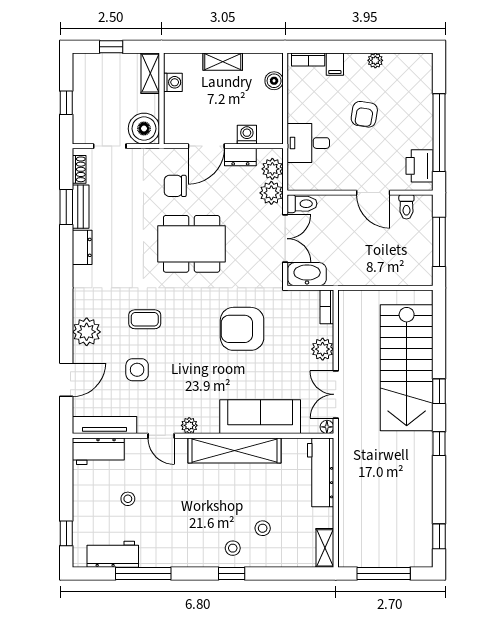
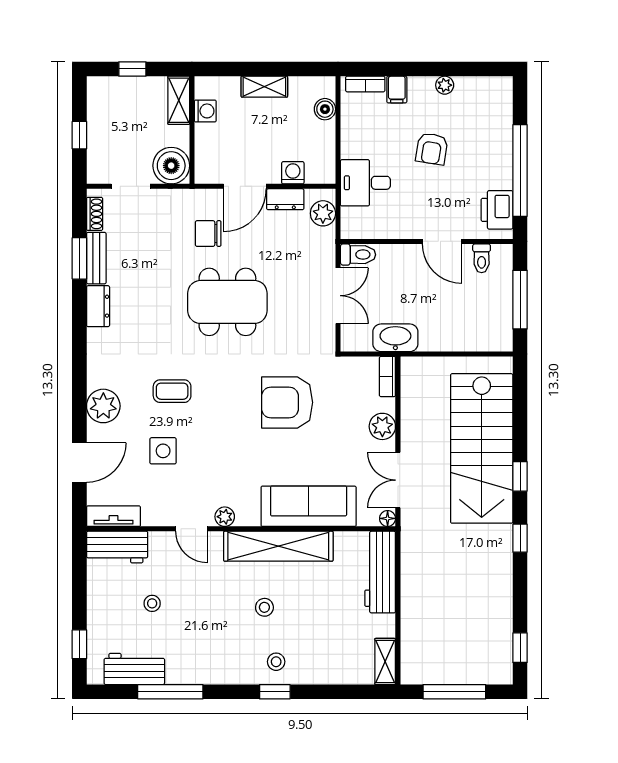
plant: (271, 193) -> (322, 242), removed
washbasin: (307, 274) -> (395, 338), moved
tv unit: (105, 425) -> (113, 516), width x0.71
stool: (263, 528) -> (264, 607), moved

